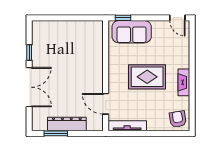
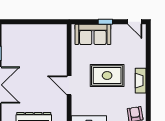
window: (123, 18) -> (105, 22), moved
door: (106, 104) -> (69, 85), moved

